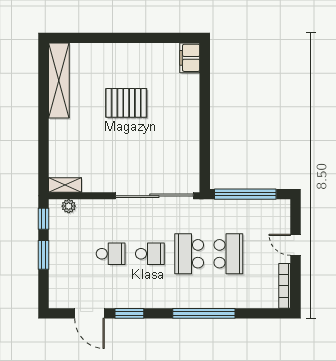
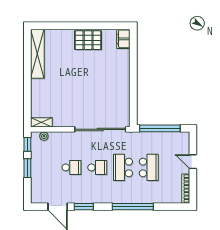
pallet: (126, 103) -> (88, 40), moved

